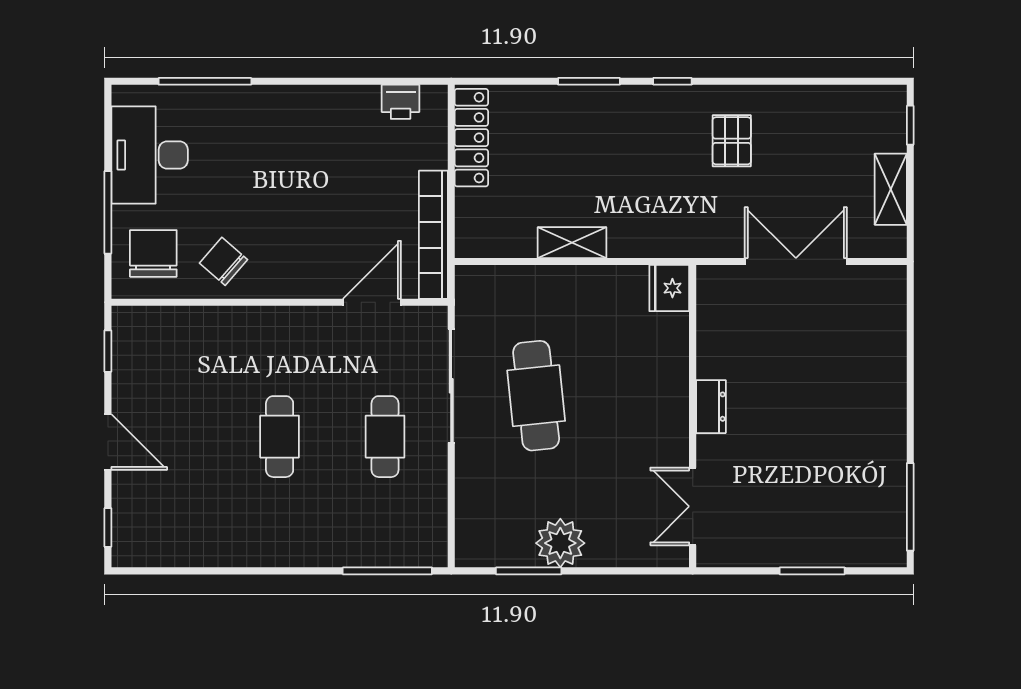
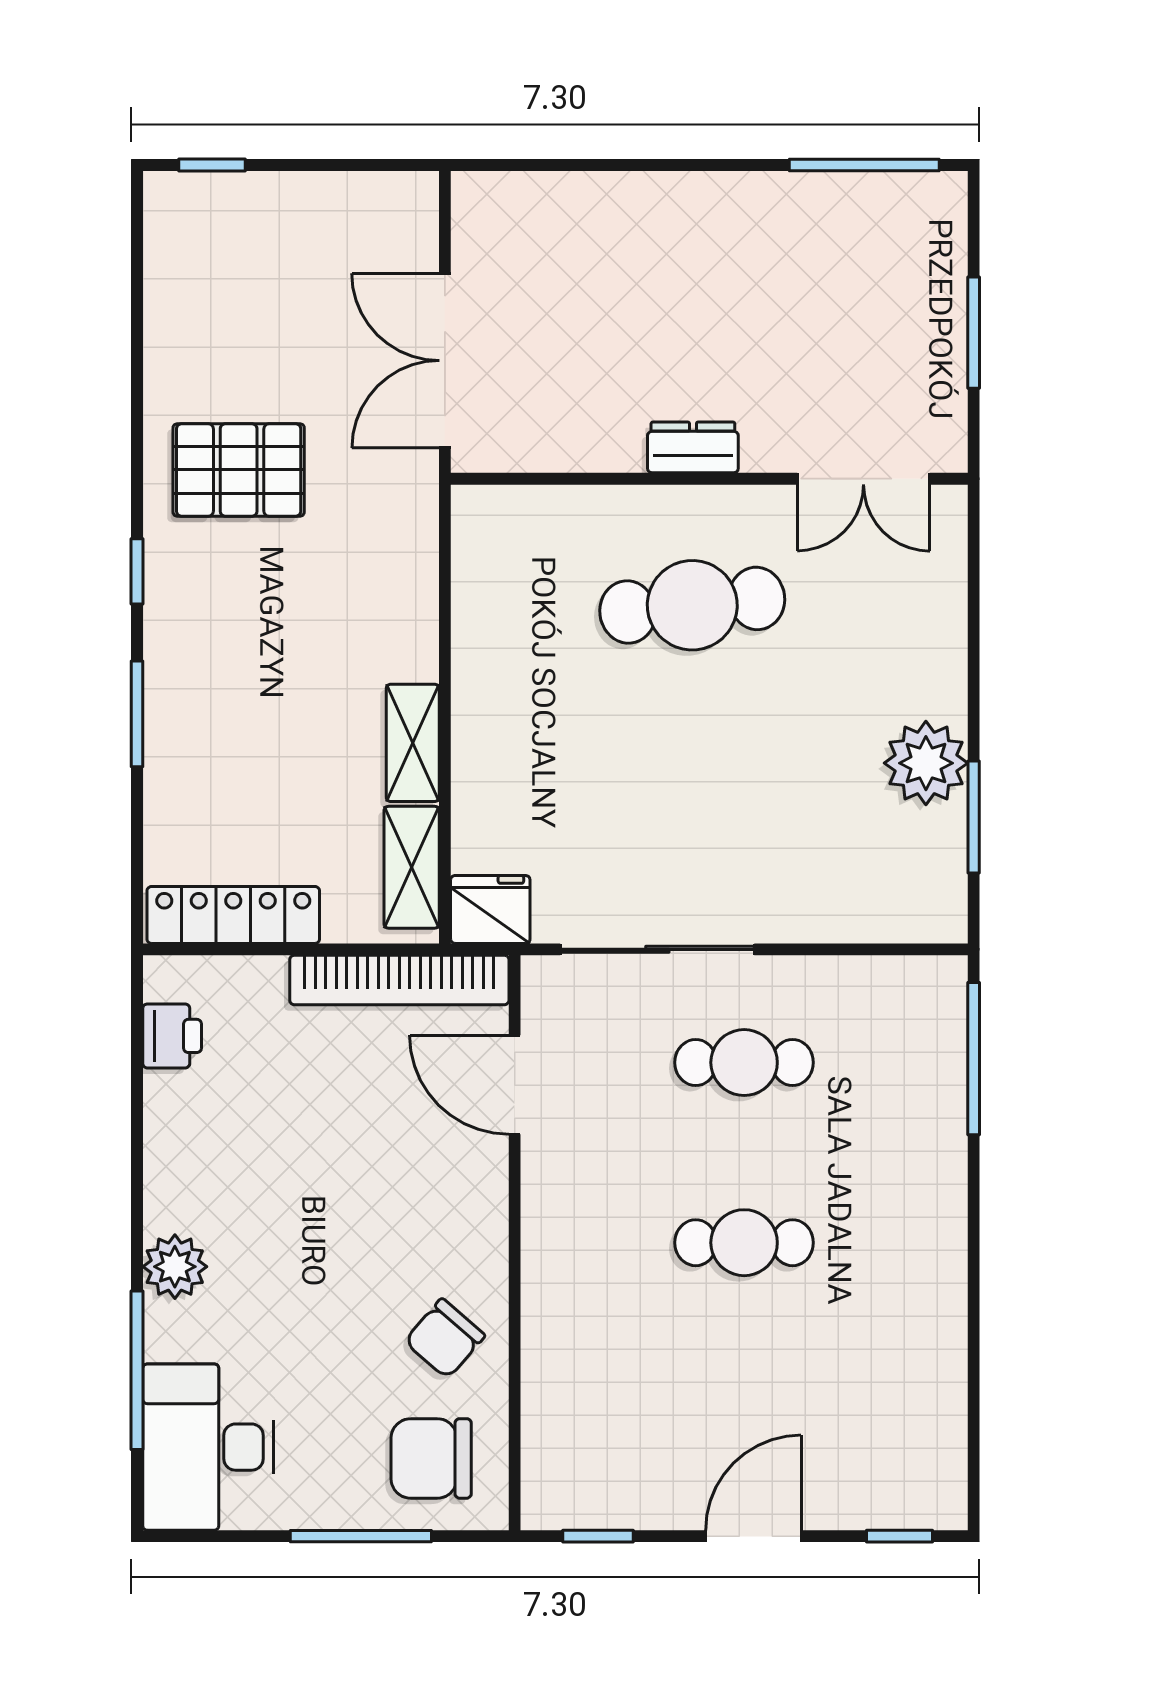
plant: (266, 103) -> (175, 1267), added
pallet: (732, 141) -> (239, 470), width x1.50, depth x1.42
desk: (150, 155) -> (208, 1447), moved, turned 90
shelving: (891, 189) -> (412, 867), moved, turned 90
fridge: (669, 288) -> (490, 909), moved, turned 180
cafe table: (536, 396) -> (692, 605), moved
dresser: (711, 407) -> (693, 447), moved
wall: (693, 416) -> (709, 479), moved
double door: (693, 506) -> (863, 479), moved

